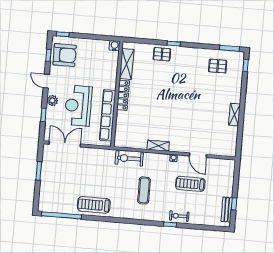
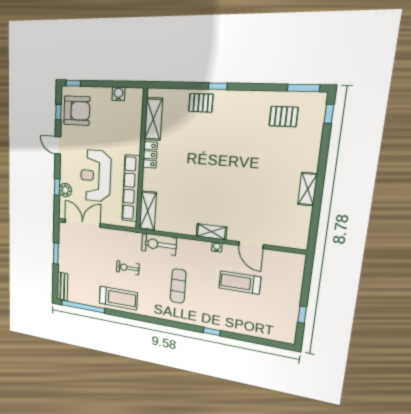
water cooler: (115, 46) -> (118, 94), moved
locker: (123, 95) -> (150, 155), width x0.66
plant: (52, 101) -> (65, 190), moved
shelving: (121, 132) -> (148, 211), added
shelving: (158, 146) -> (211, 232), moved
treadmill: (94, 205) -> (118, 298), turned 180
bench: (227, 210) -> (62, 286), moved
exercise bike: (179, 216) -> (128, 268), moved

